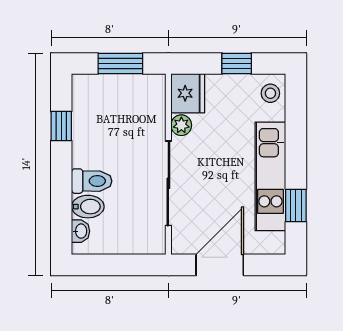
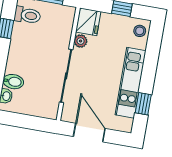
toilet: (92, 181) -> (27, 15), moved
door: (220, 265) -> (89, 133), hinge flipped

